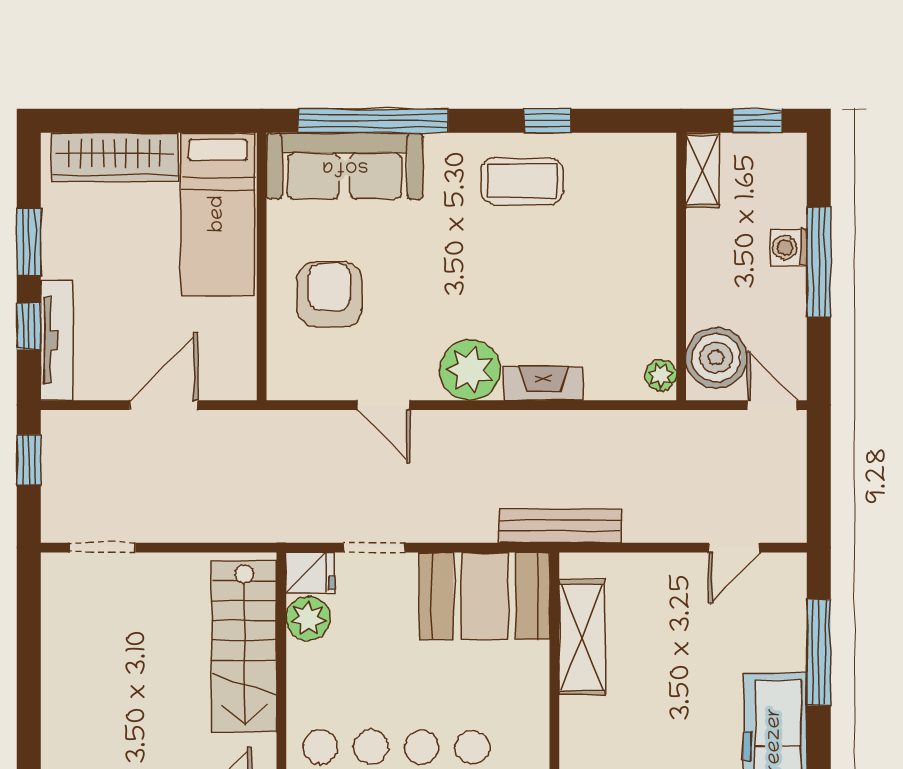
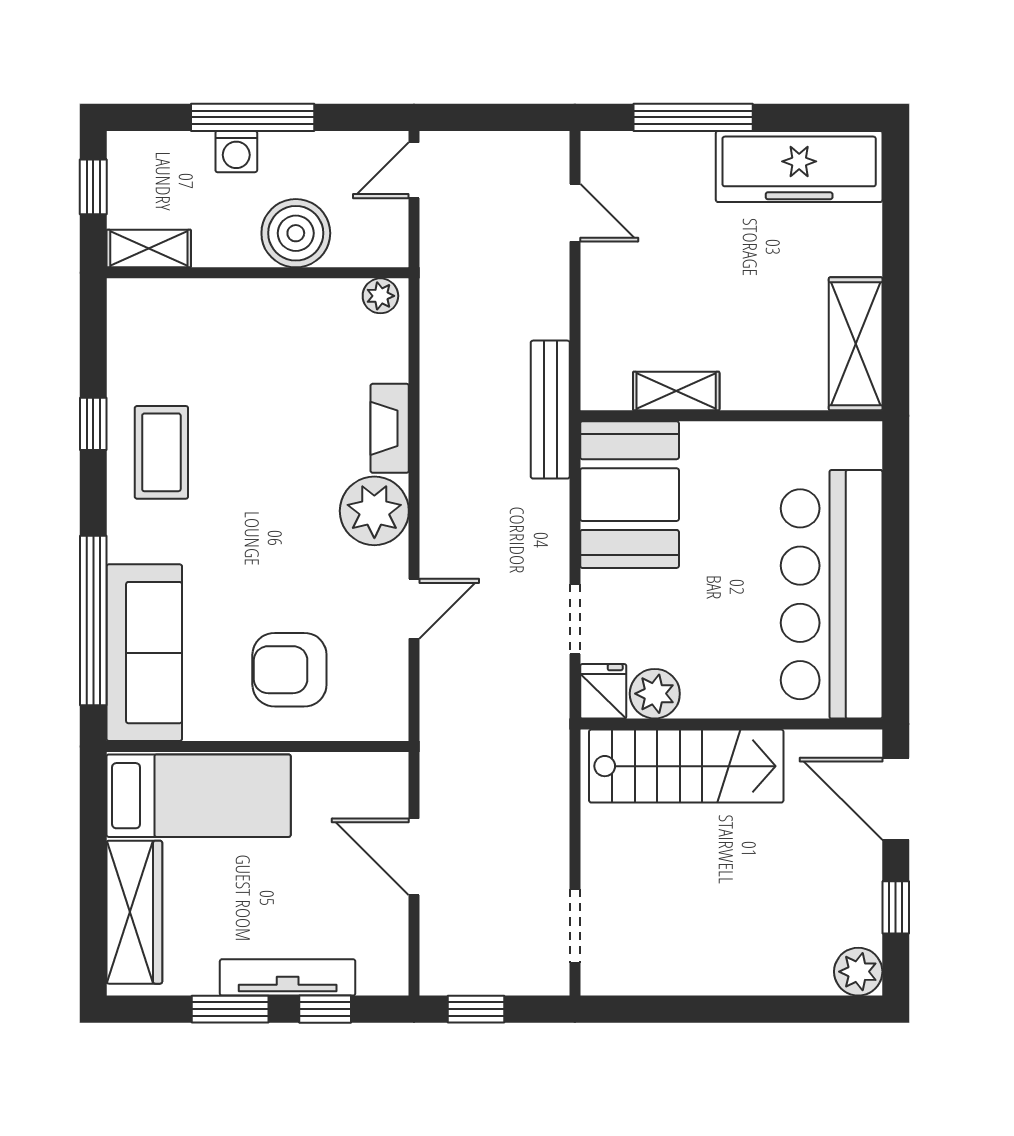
tv unit: (57, 340) -> (288, 977), moved
boiler: (716, 358) -> (296, 233), moved
shelving: (582, 637) -> (676, 391), width x0.67, depth x0.75

